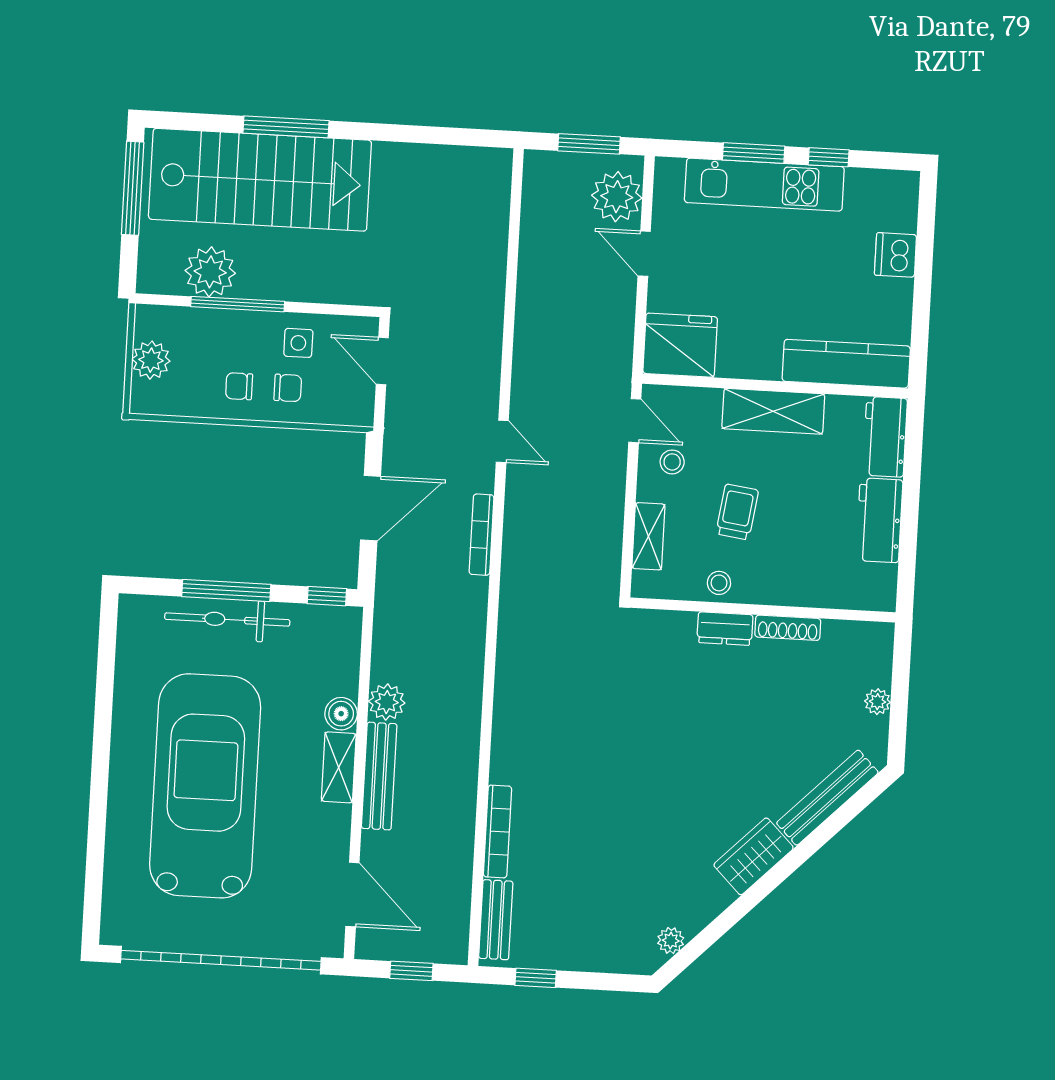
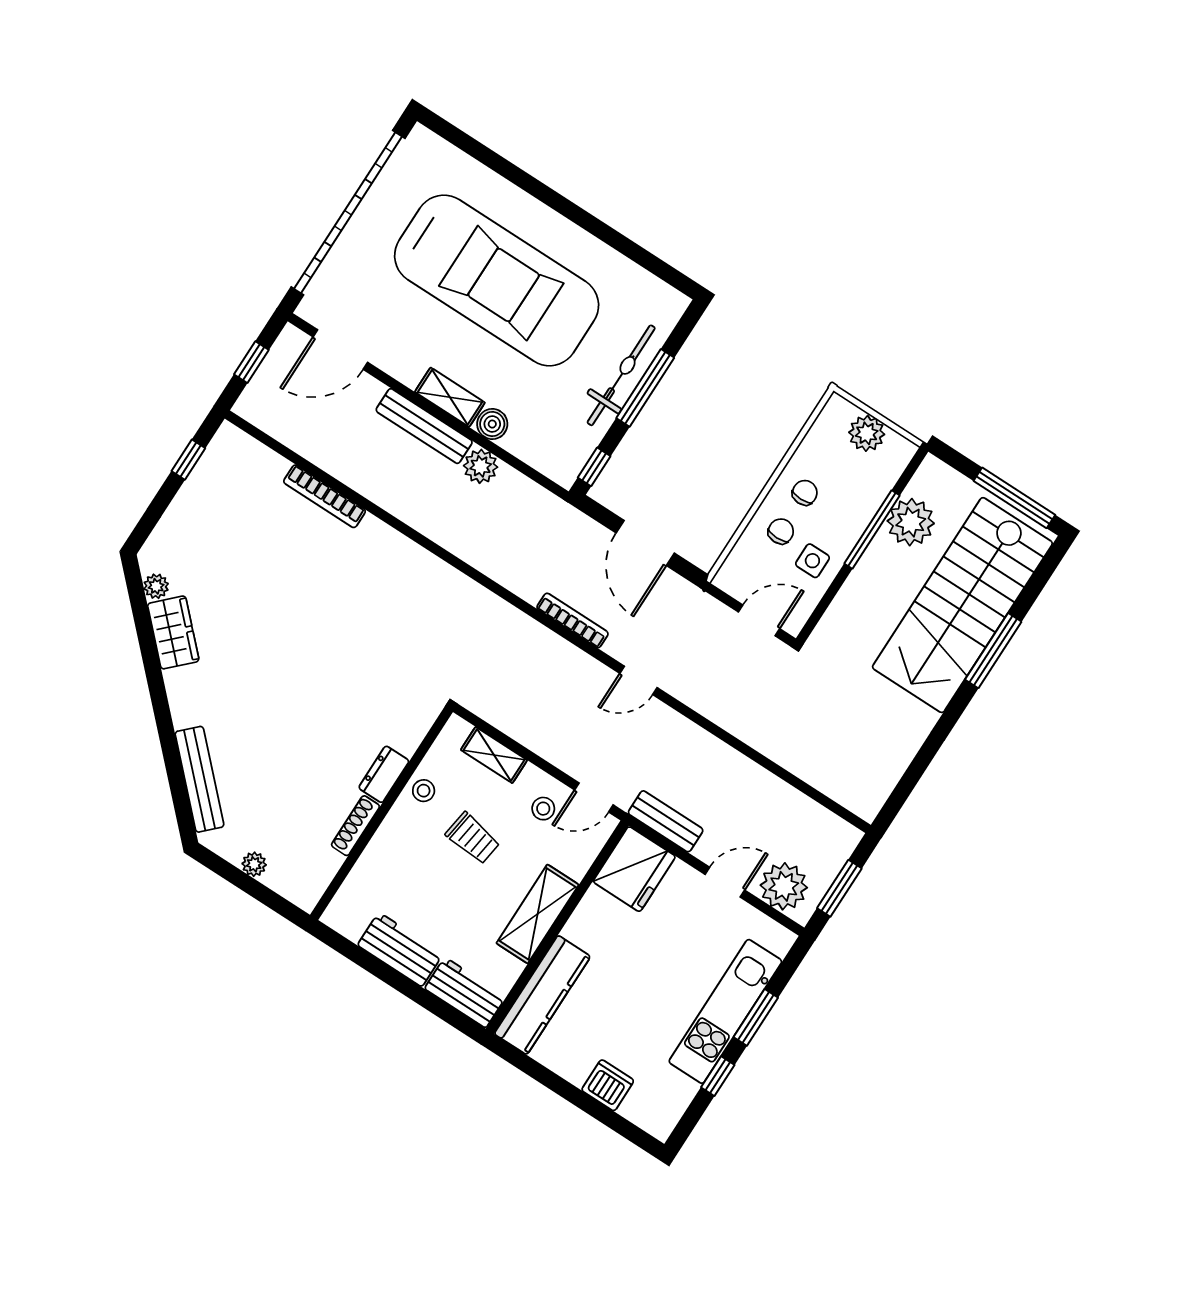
chair: (288, 388) -> (781, 531), turned 180
wardrobe: (754, 856) -> (173, 632), moved
bench: (496, 920) -> (666, 821), moved

